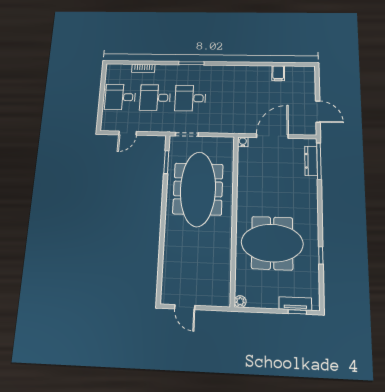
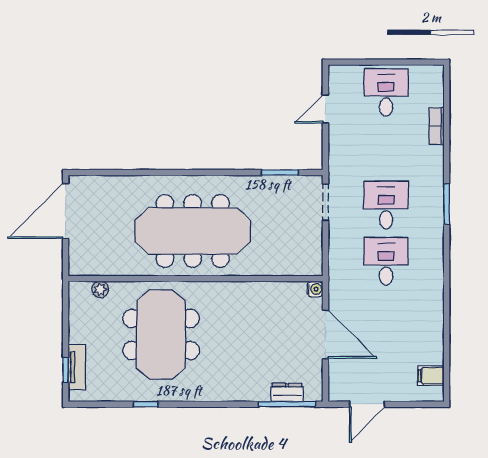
filing cabinet: (278, 73) -> (431, 376), moved
desk: (155, 98) -> (386, 261), moved
door: (128, 133) -> (325, 109), hinge flipped
dresser: (311, 161) -> (287, 393), width x0.70
meeting table: (198, 189) -> (193, 231), moved
plant: (240, 302) -> (100, 290), moved
door: (185, 307) -> (66, 211), width x1.88

